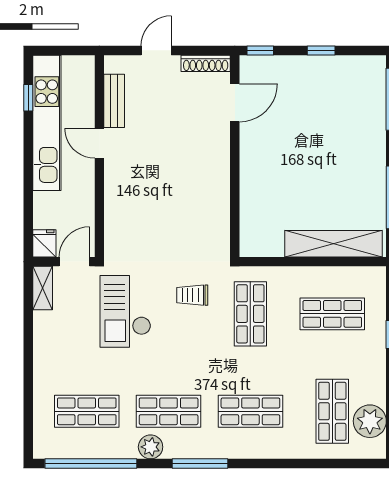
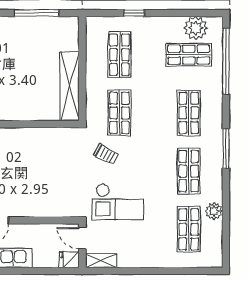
shelving: (334, 244) -> (70, 86), moved
trolley: (192, 295) -> (106, 154), turned -62
shop shelf: (250, 314) -> (119, 113), turned 90
plant: (151, 447) -> (214, 211), moved
window: (91, 464) -> (226, 61), moved

